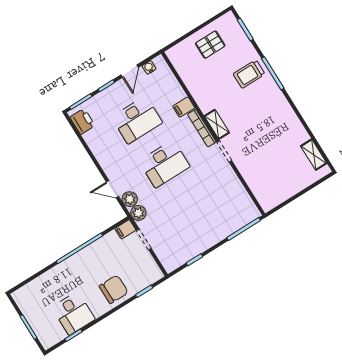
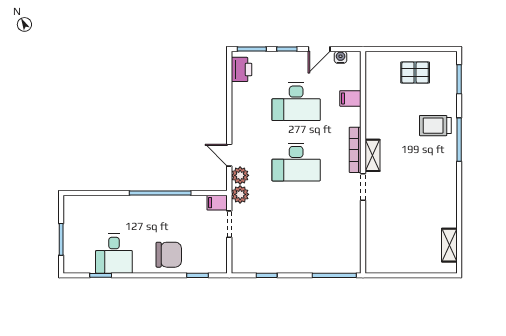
filing cabinet: (184, 107) -> (350, 98), moved

